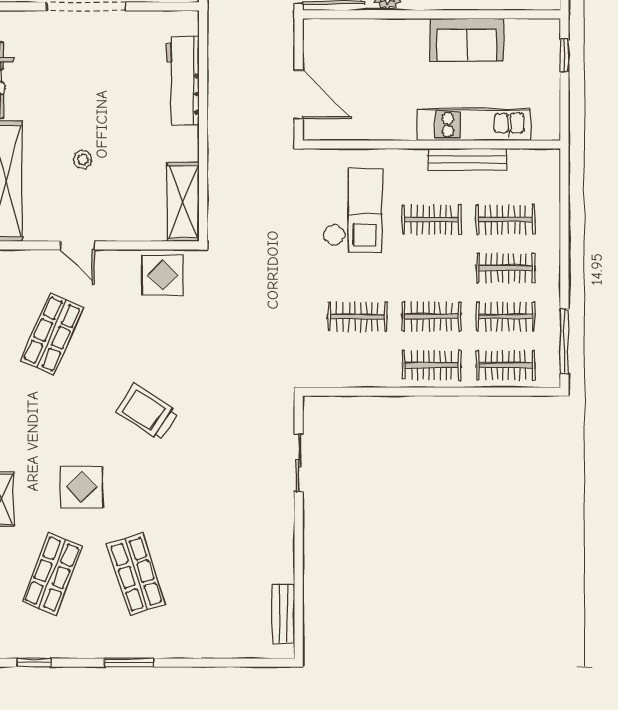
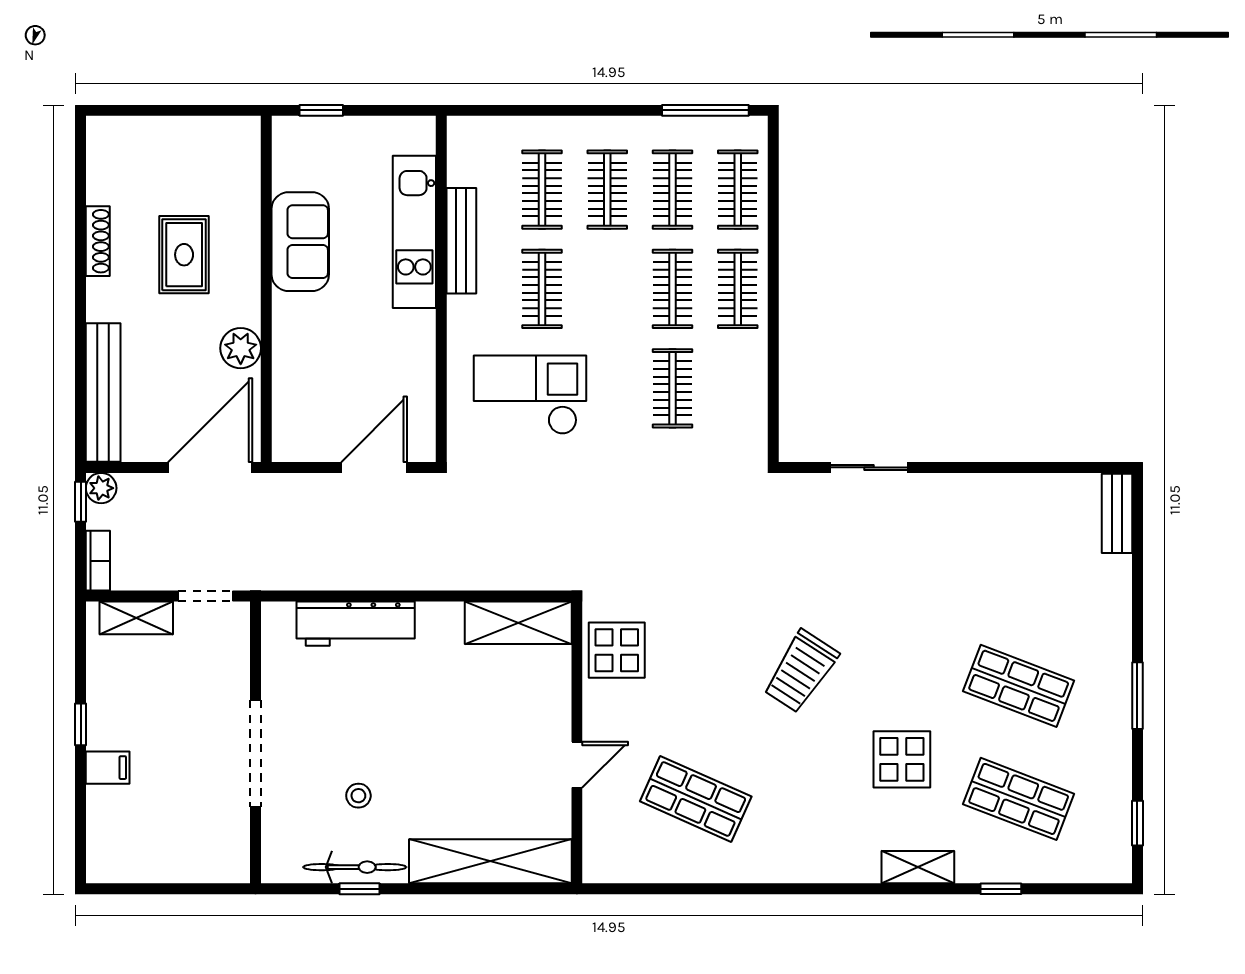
stool: (83, 160) -> (358, 796), moved
shop shelf: (136, 574) -> (1019, 686), turned 39
bench: (283, 613) -> (1117, 513), moved, turned 90

